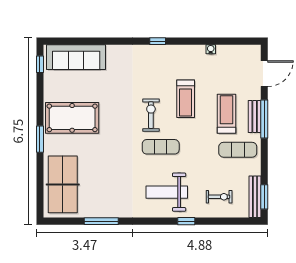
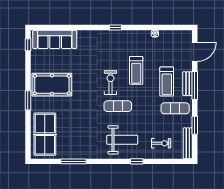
treadmill: (227, 114) -> (167, 82), turned 180
weight bench: (167, 192) -> (122, 140), turned 180
window: (264, 197) -> (195, 125), moved

